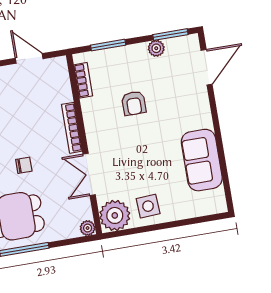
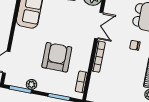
armchair: (134, 103) -> (57, 57), width x1.88, depth x1.88

